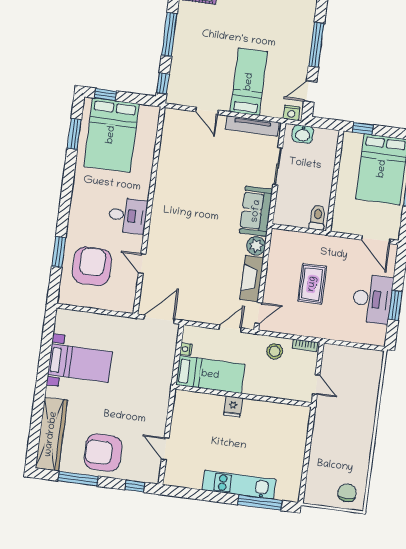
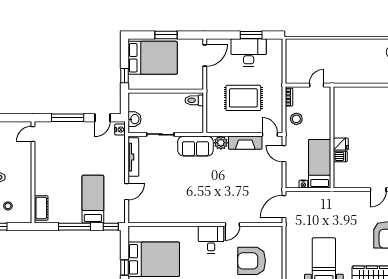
bed: (249, 82) -> (93, 199), moved, turned 90
door: (310, 91) -> (103, 118), hinge flipped
door: (142, 264) -> (232, 224), moved
rug: (312, 284) -> (243, 98), width x1.36, depth x1.43
door: (159, 319) -> (284, 207), hinge flipped
dishwasher: (216, 404) -> (340, 156), added

